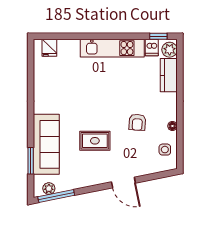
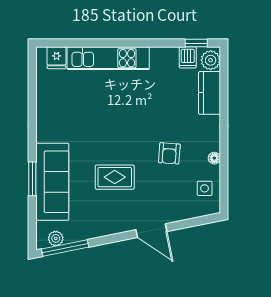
kitchen unit: (112, 48) -> (108, 58), moved
window: (31, 161) -> (32, 179), moved

